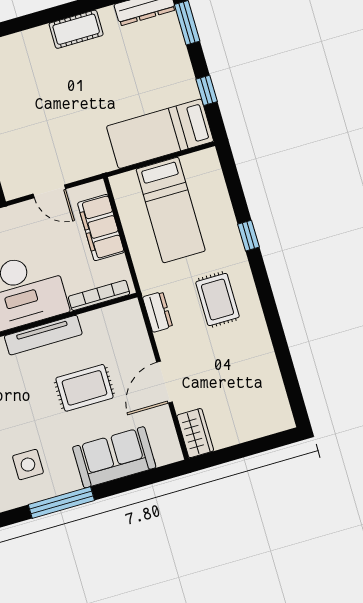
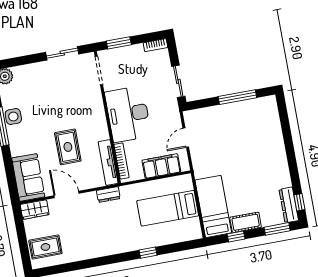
cot: (76, 29) -> (246, 222), moved, turned 90
rug: (217, 300) -> (45, 247), moved
tv unit: (43, 335) -> (108, 163), moved
sofa: (114, 457) -> (28, 177), moved
side table: (28, 465) -> (13, 117), moved

